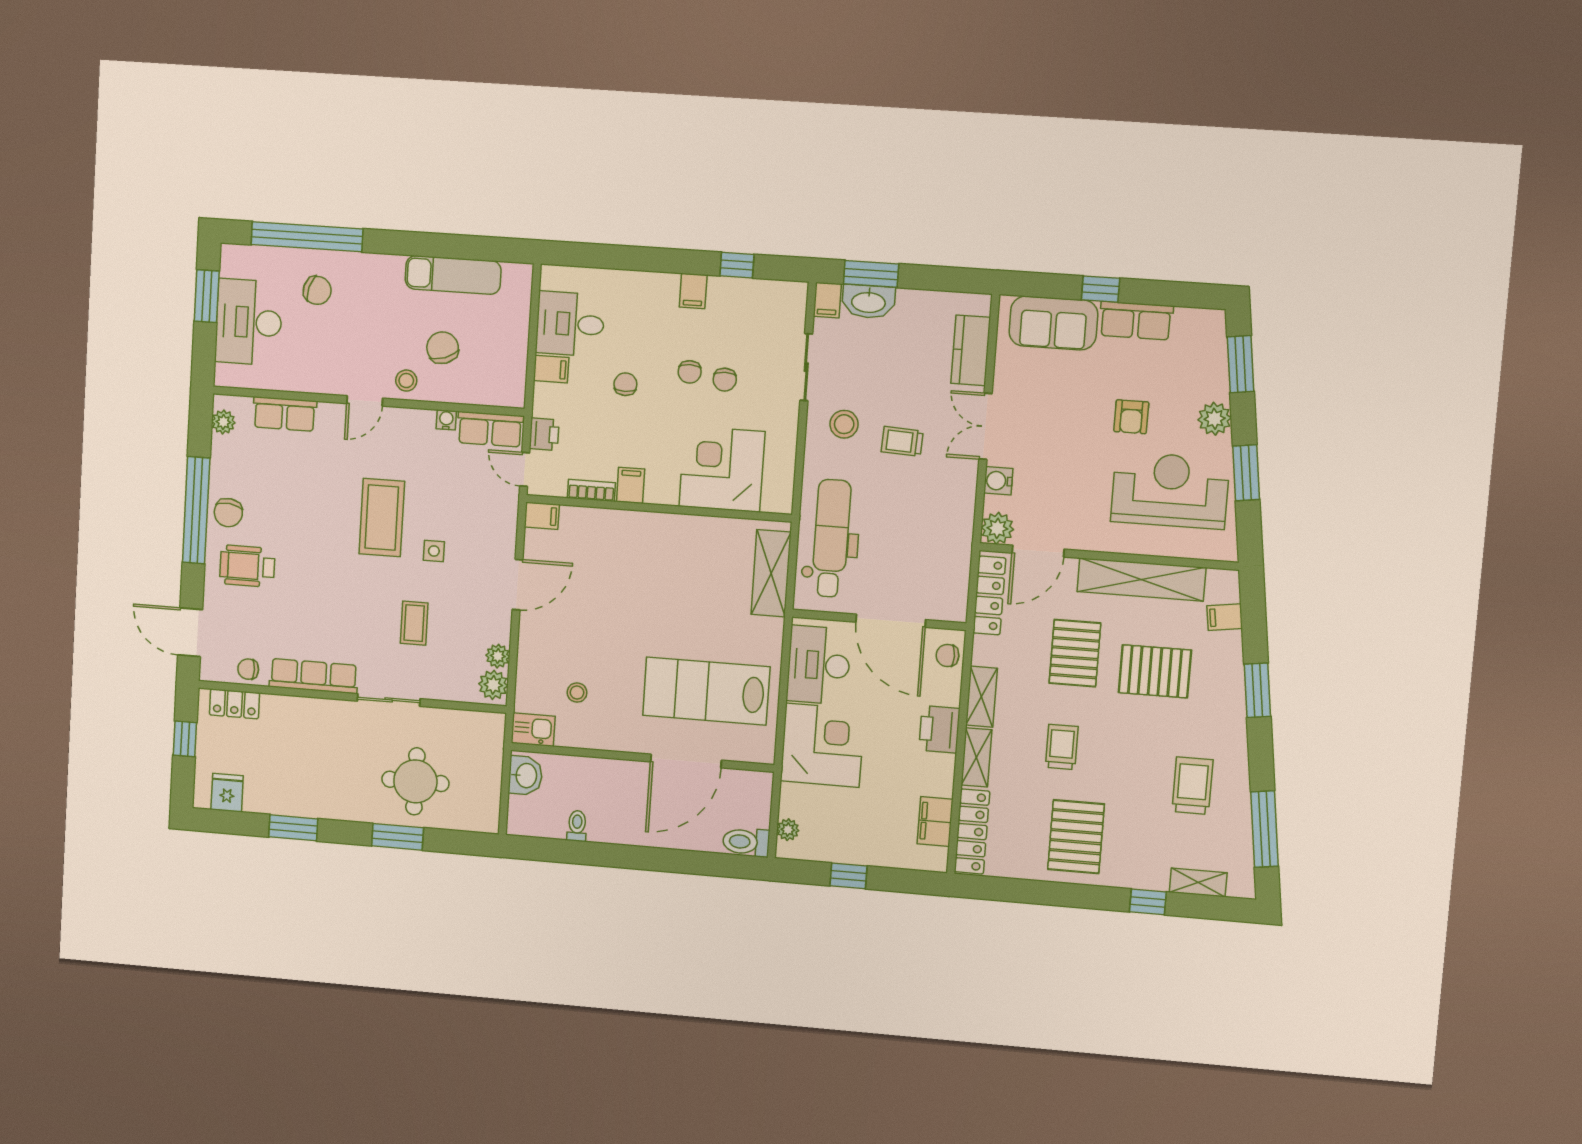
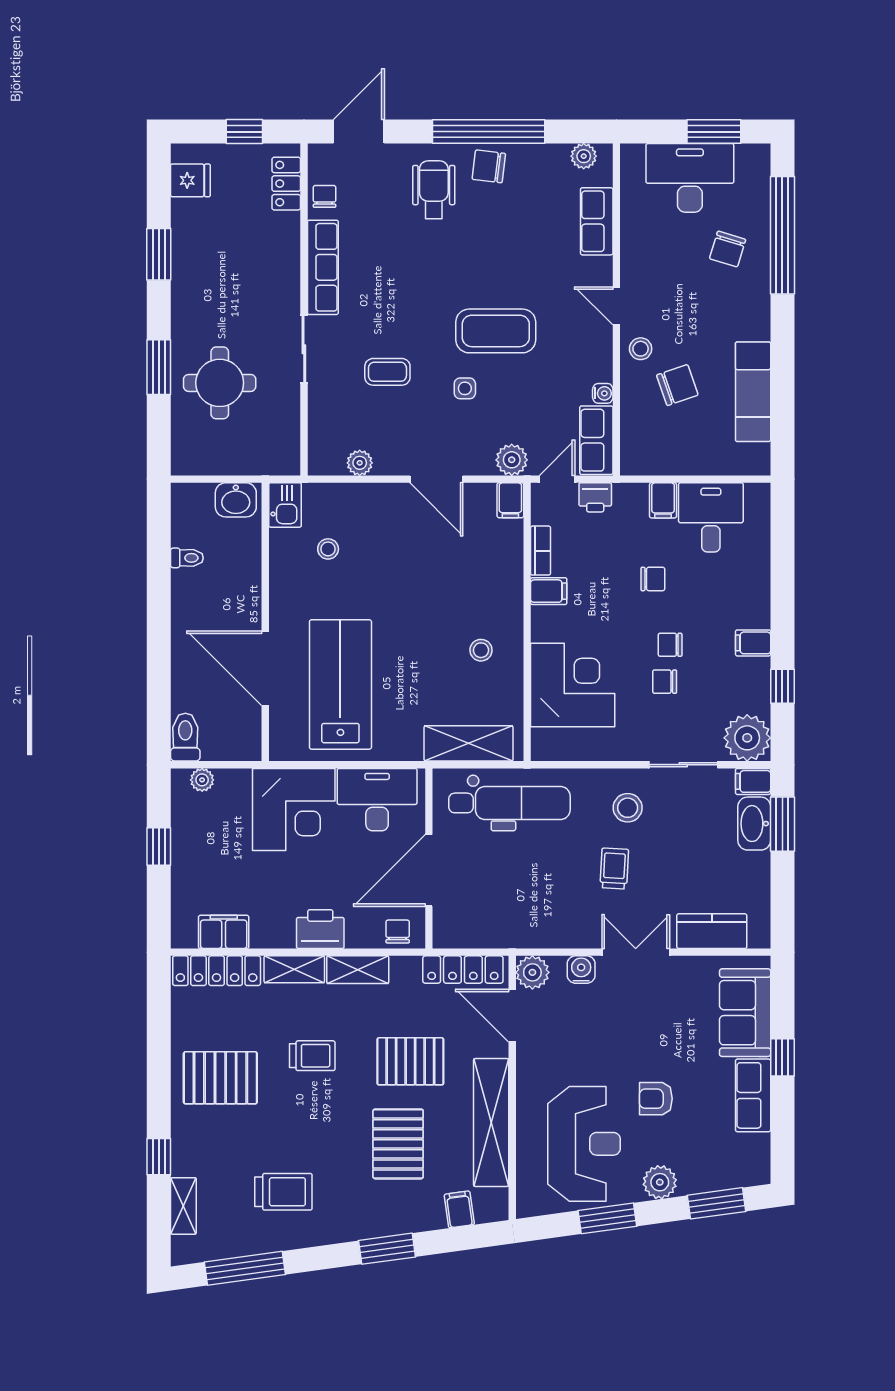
plant: (785, 303) -> (747, 738), added
stool: (683, 555) -> (481, 650), added
plant: (493, 685) -> (512, 460), moved

